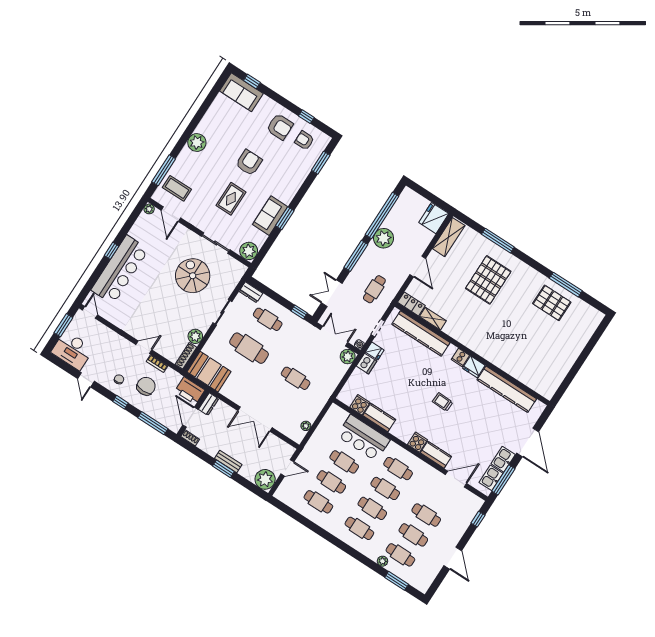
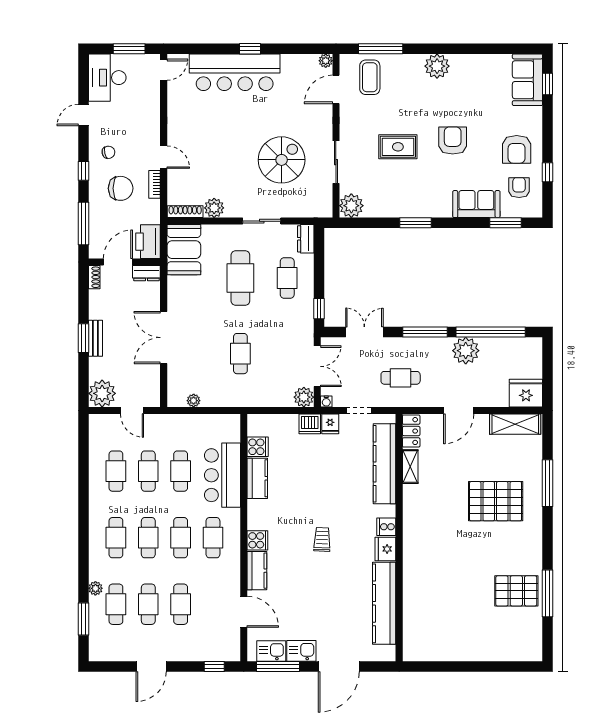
armchair: (249, 163) -> (453, 141), turned -90
sofa: (270, 216) -> (476, 204), moved
pallet: (552, 303) -> (516, 591), turned 90

